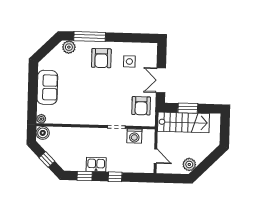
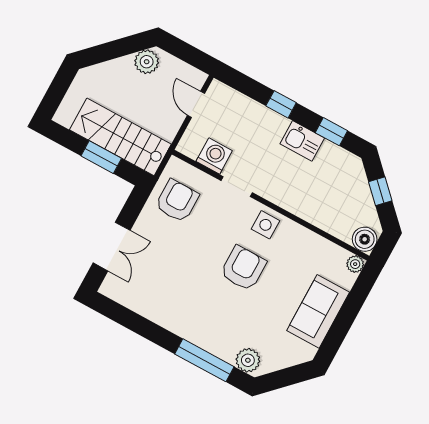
armchair: (101, 58) -> (243, 268), moved
side table: (129, 61) -> (266, 225), moved
double door: (161, 80) -> (112, 247), moved

